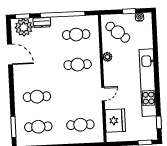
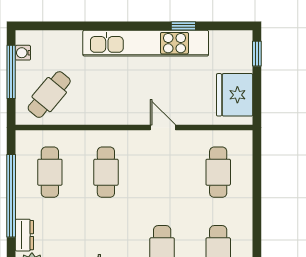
window: (129, 11) -> (11, 72), width x2.17
plant: (107, 57) -> (94, 116), removed
fridge: (115, 121) -> (235, 95), moved, turned -90
window: (159, 122) -> (183, 26), moved

